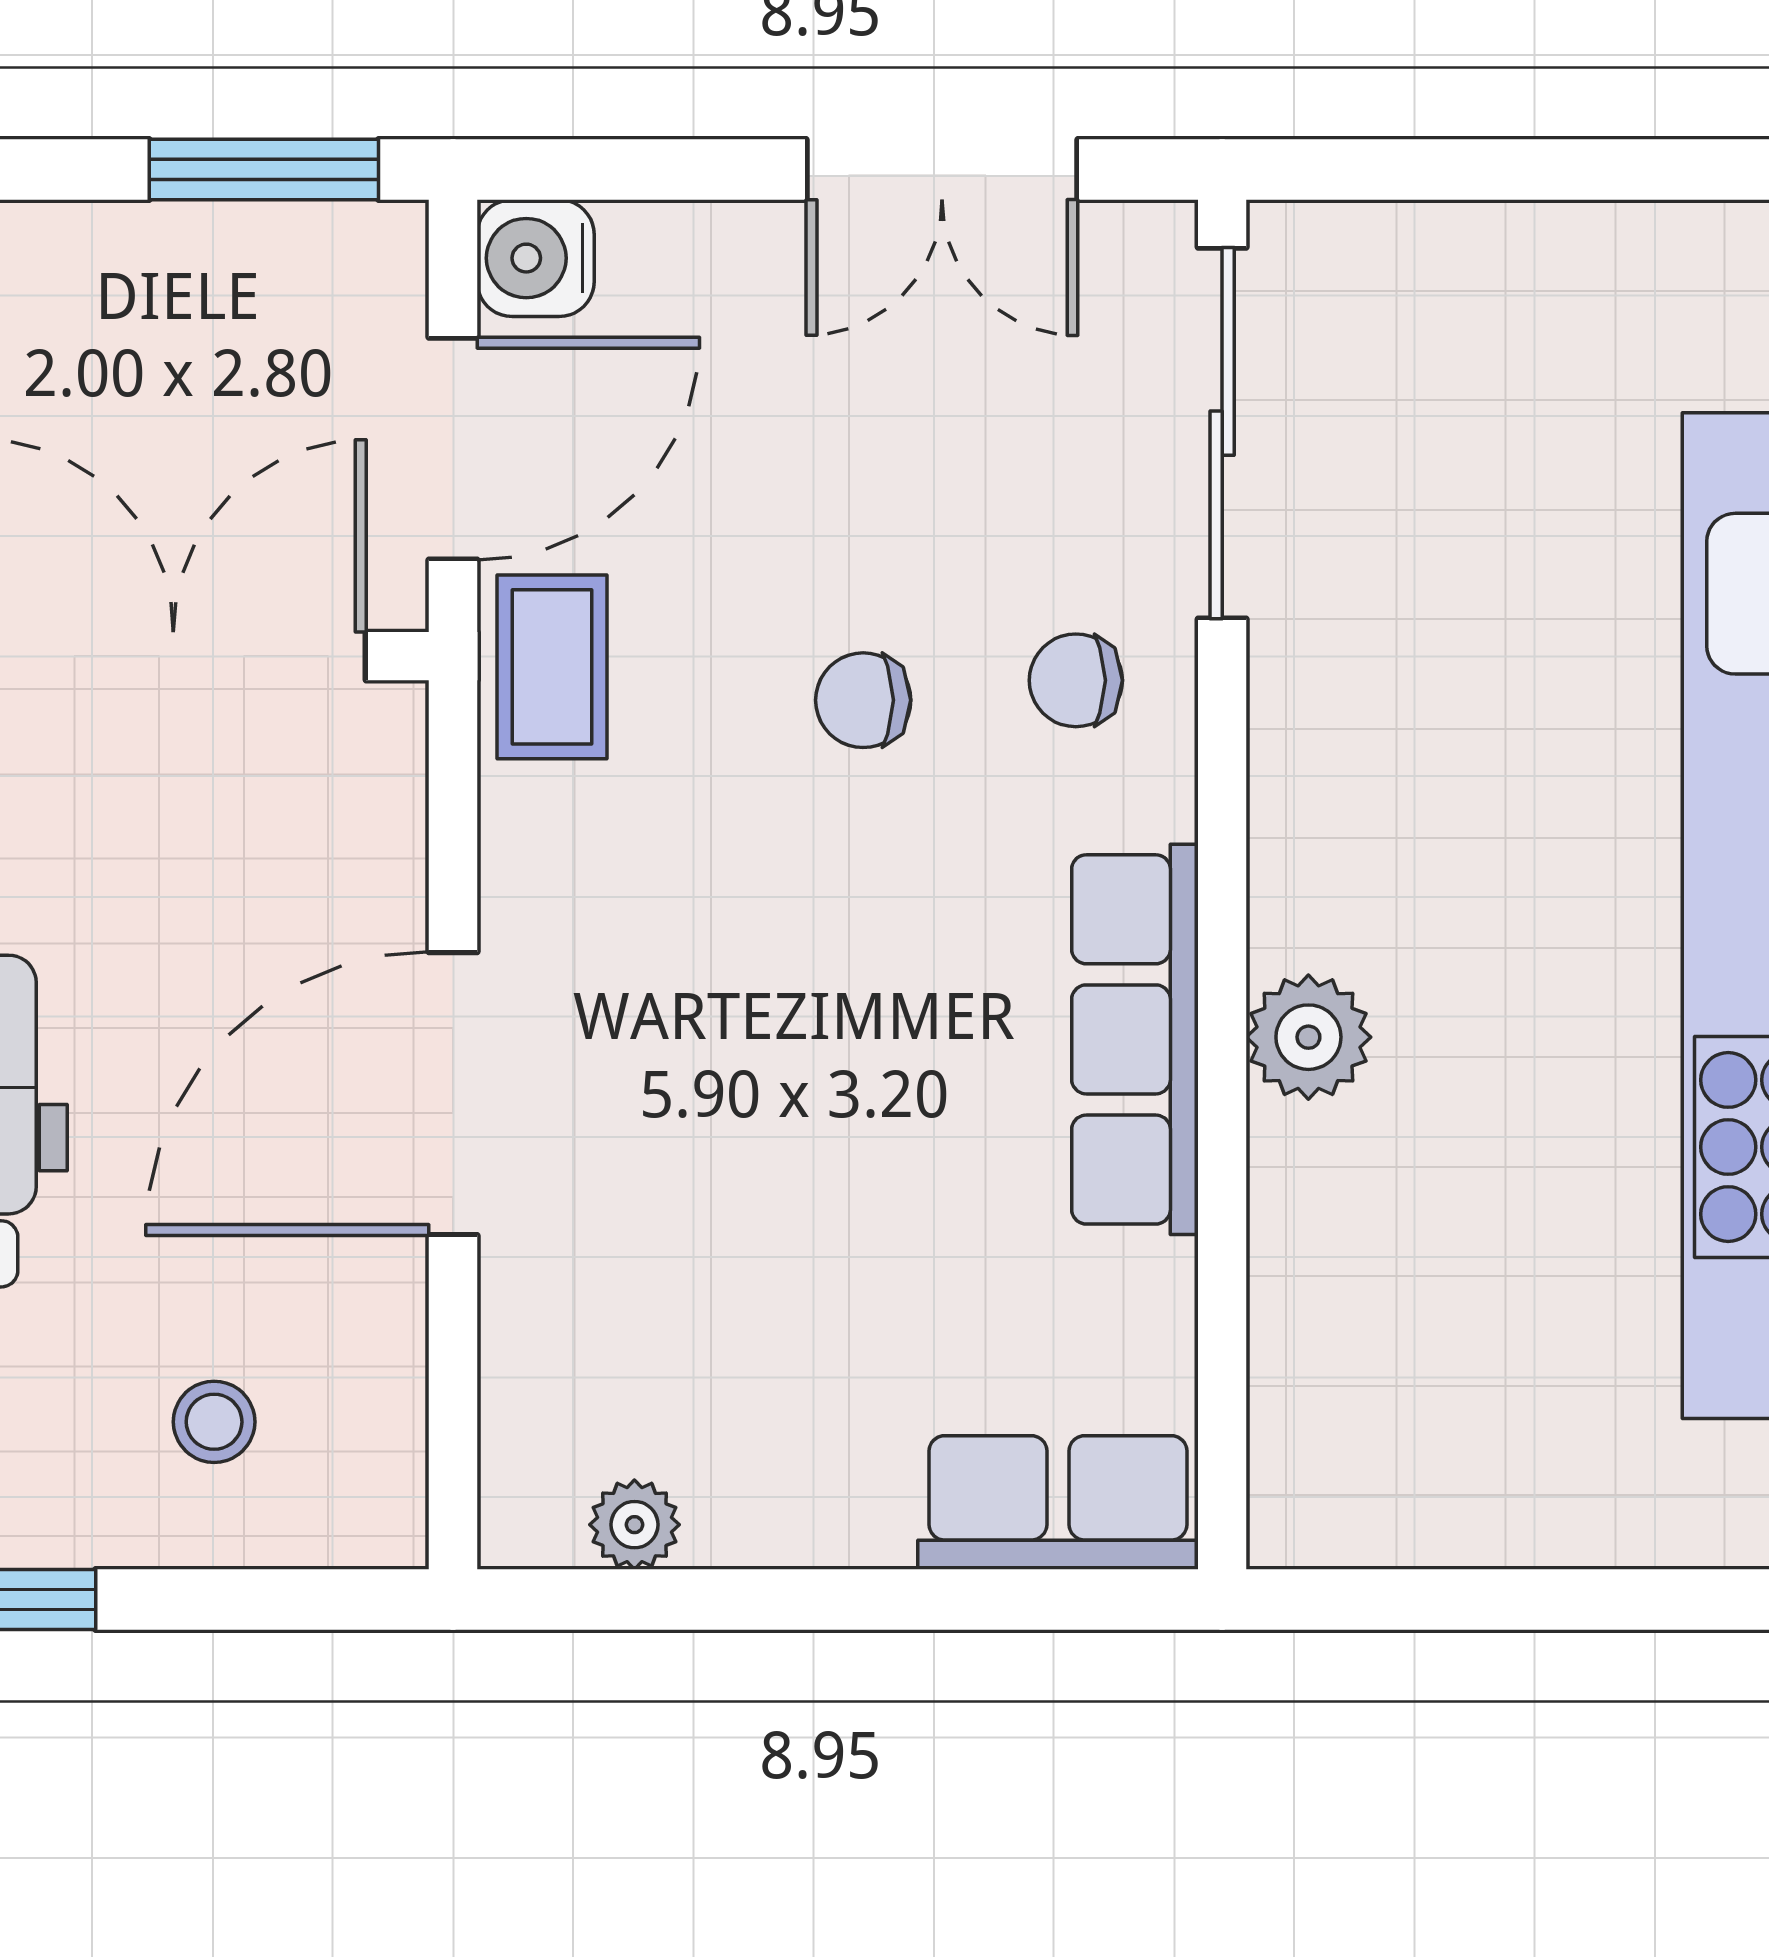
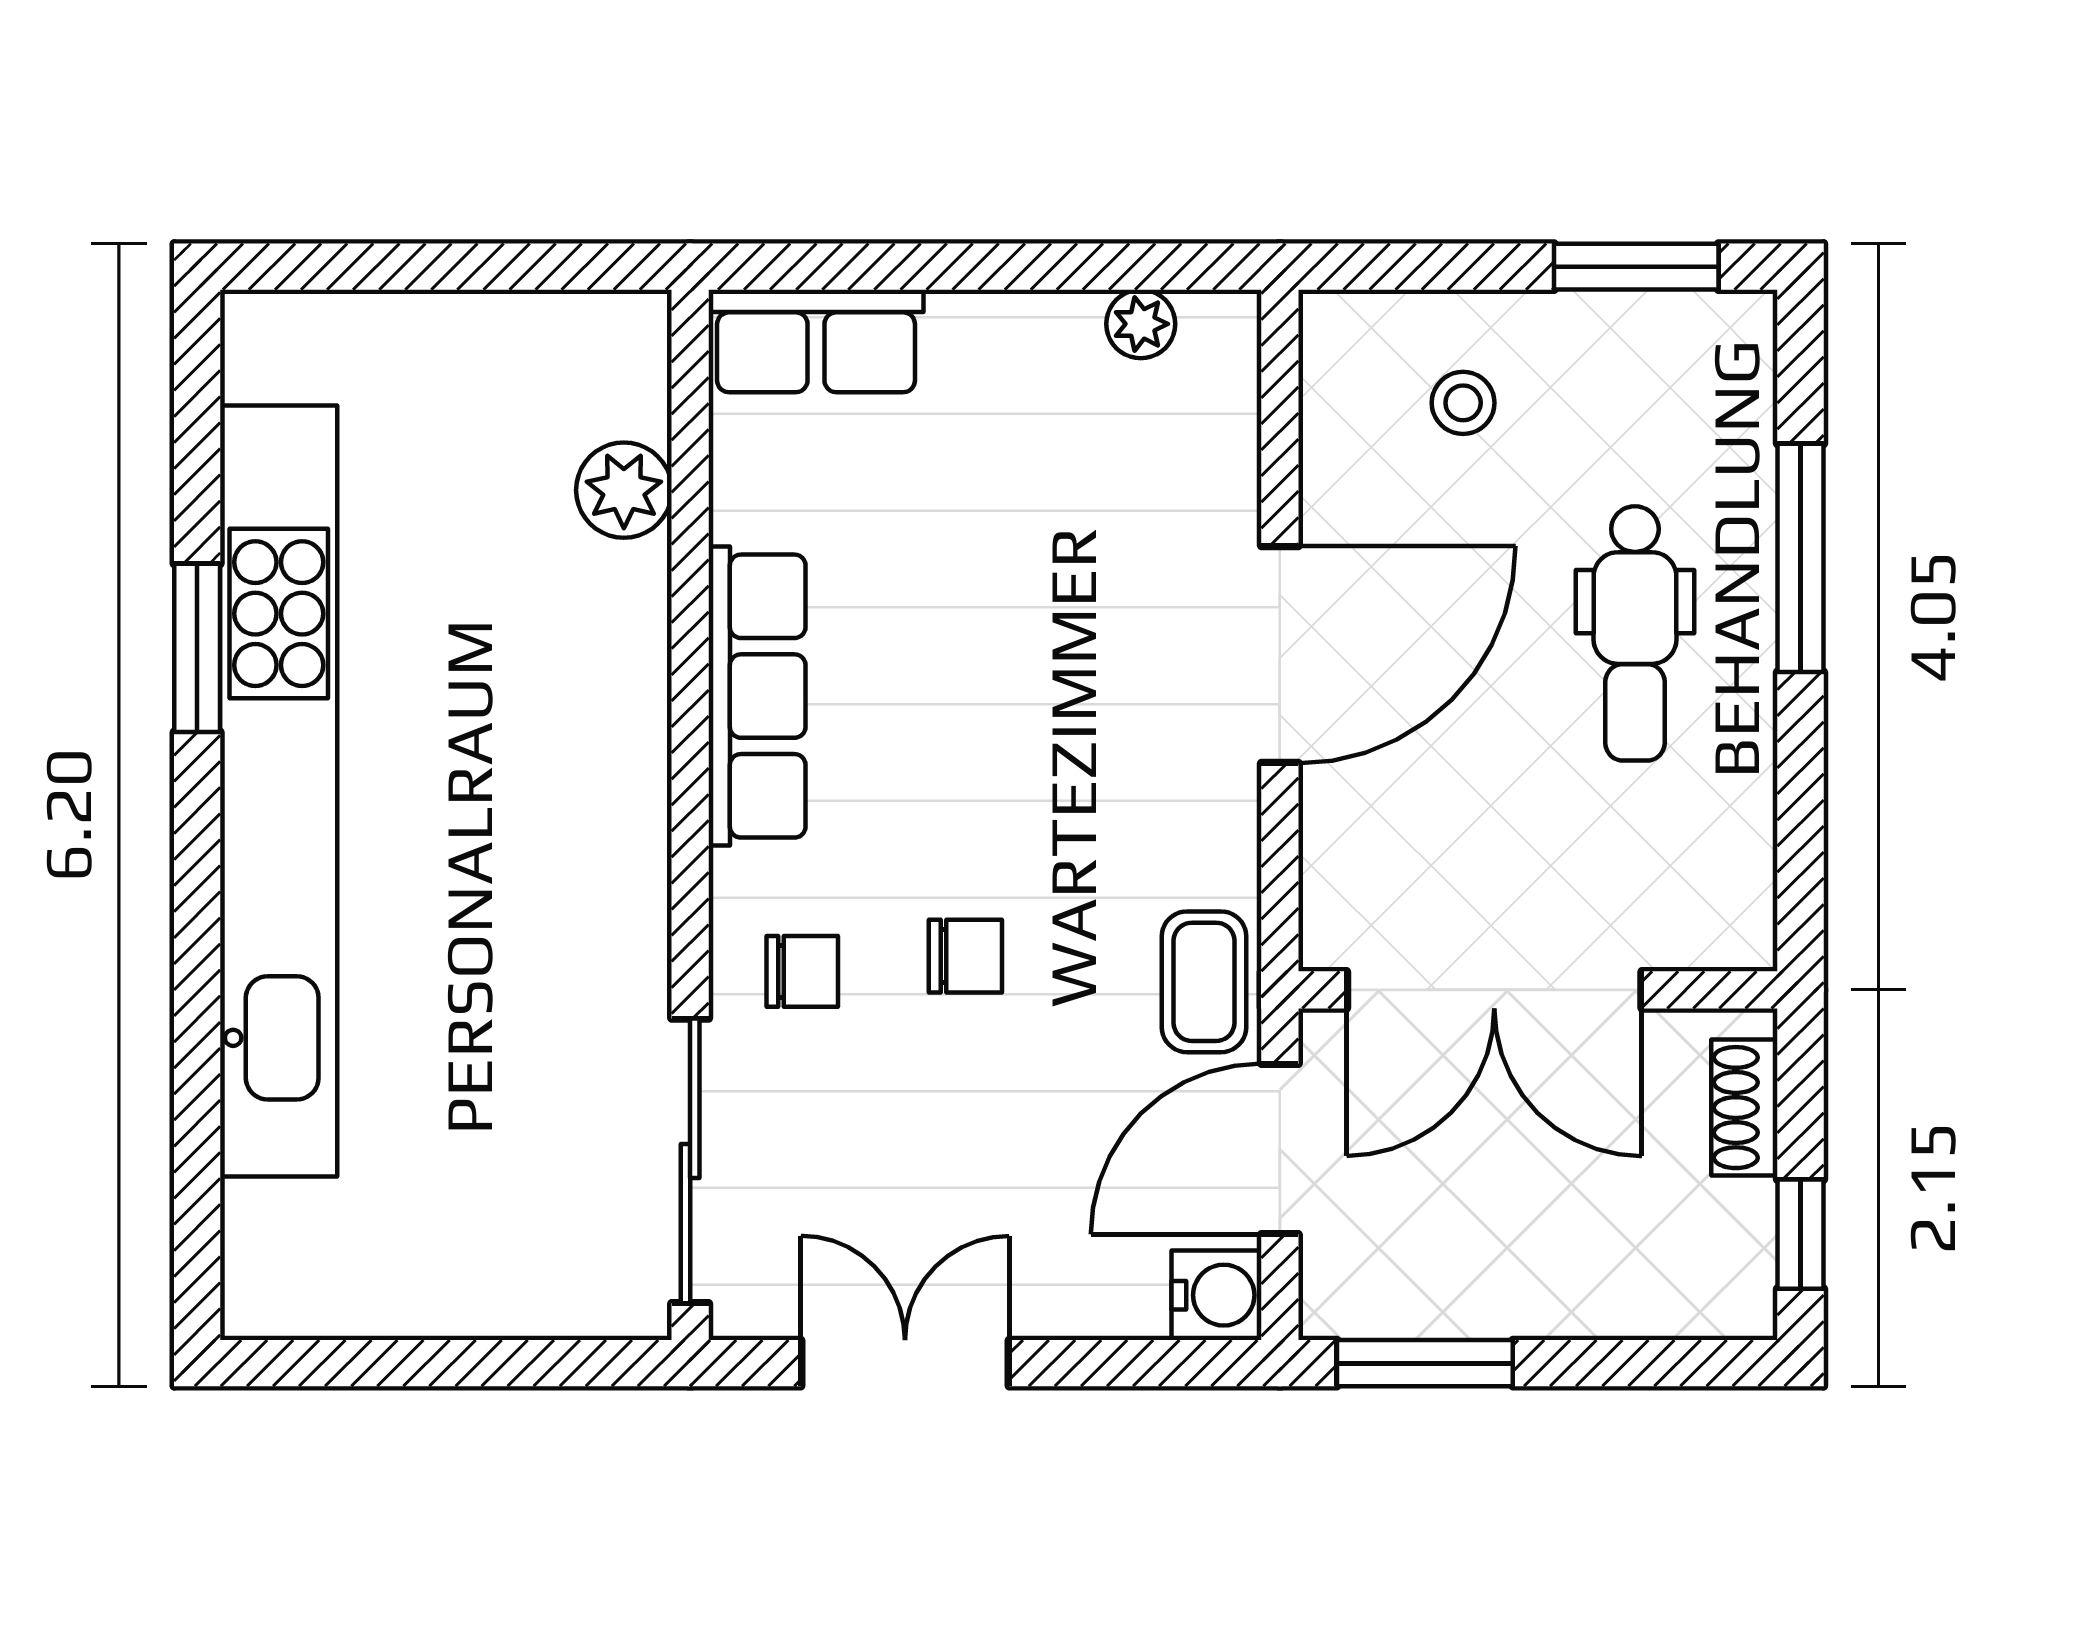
plant: (1308, 1037) -> (624, 490), moved

